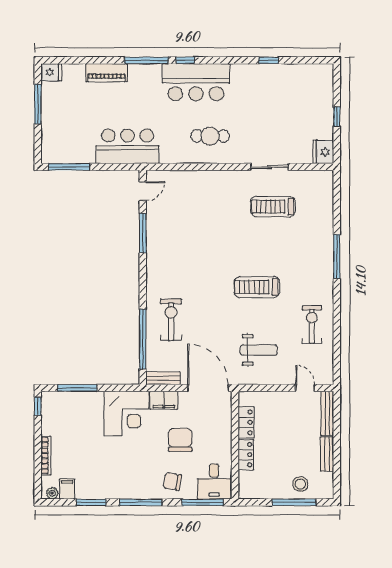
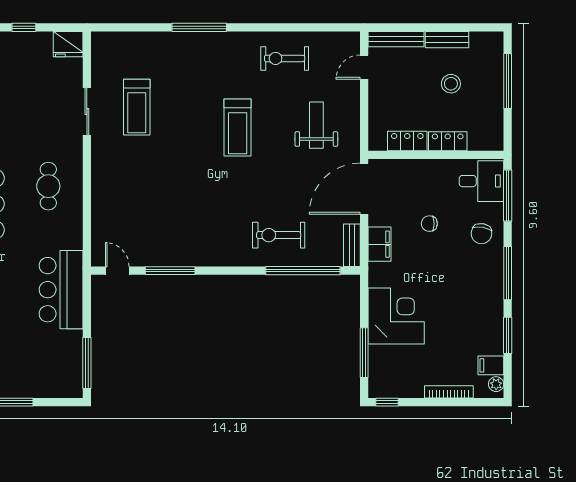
corner desk: (126, 413) -> (396, 316), moved
chair: (180, 440) -> (429, 224), width x0.54, depth x0.54
stool: (300, 484) -> (451, 84), moved

